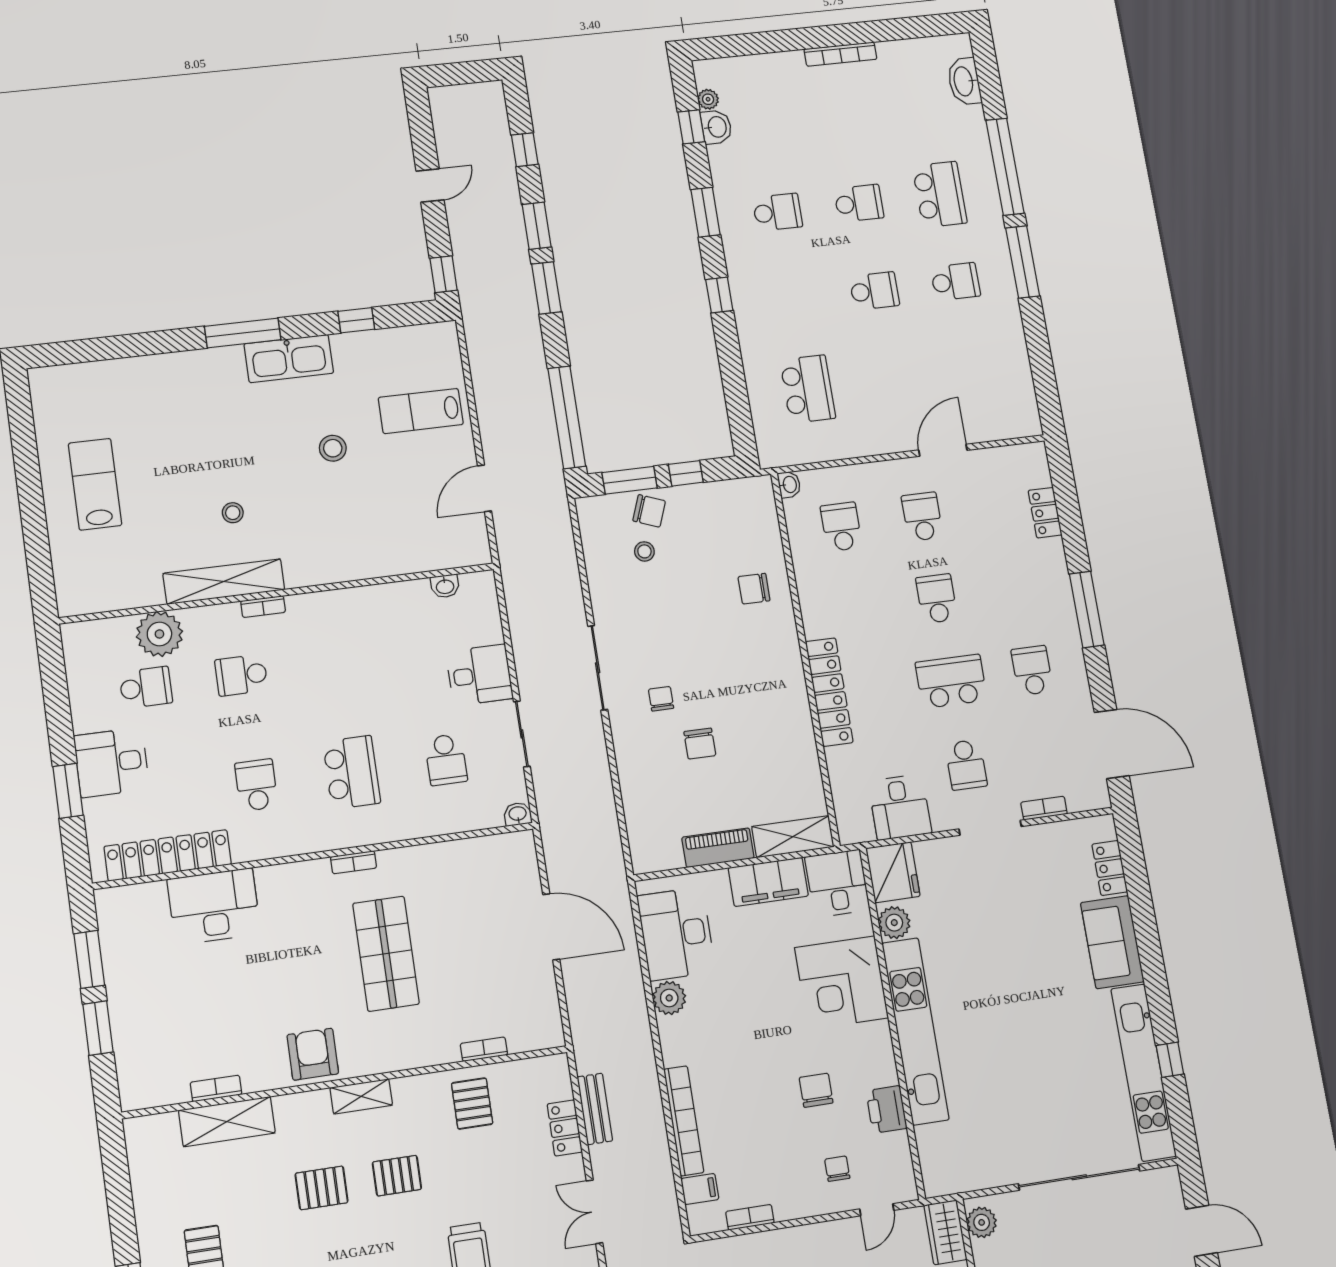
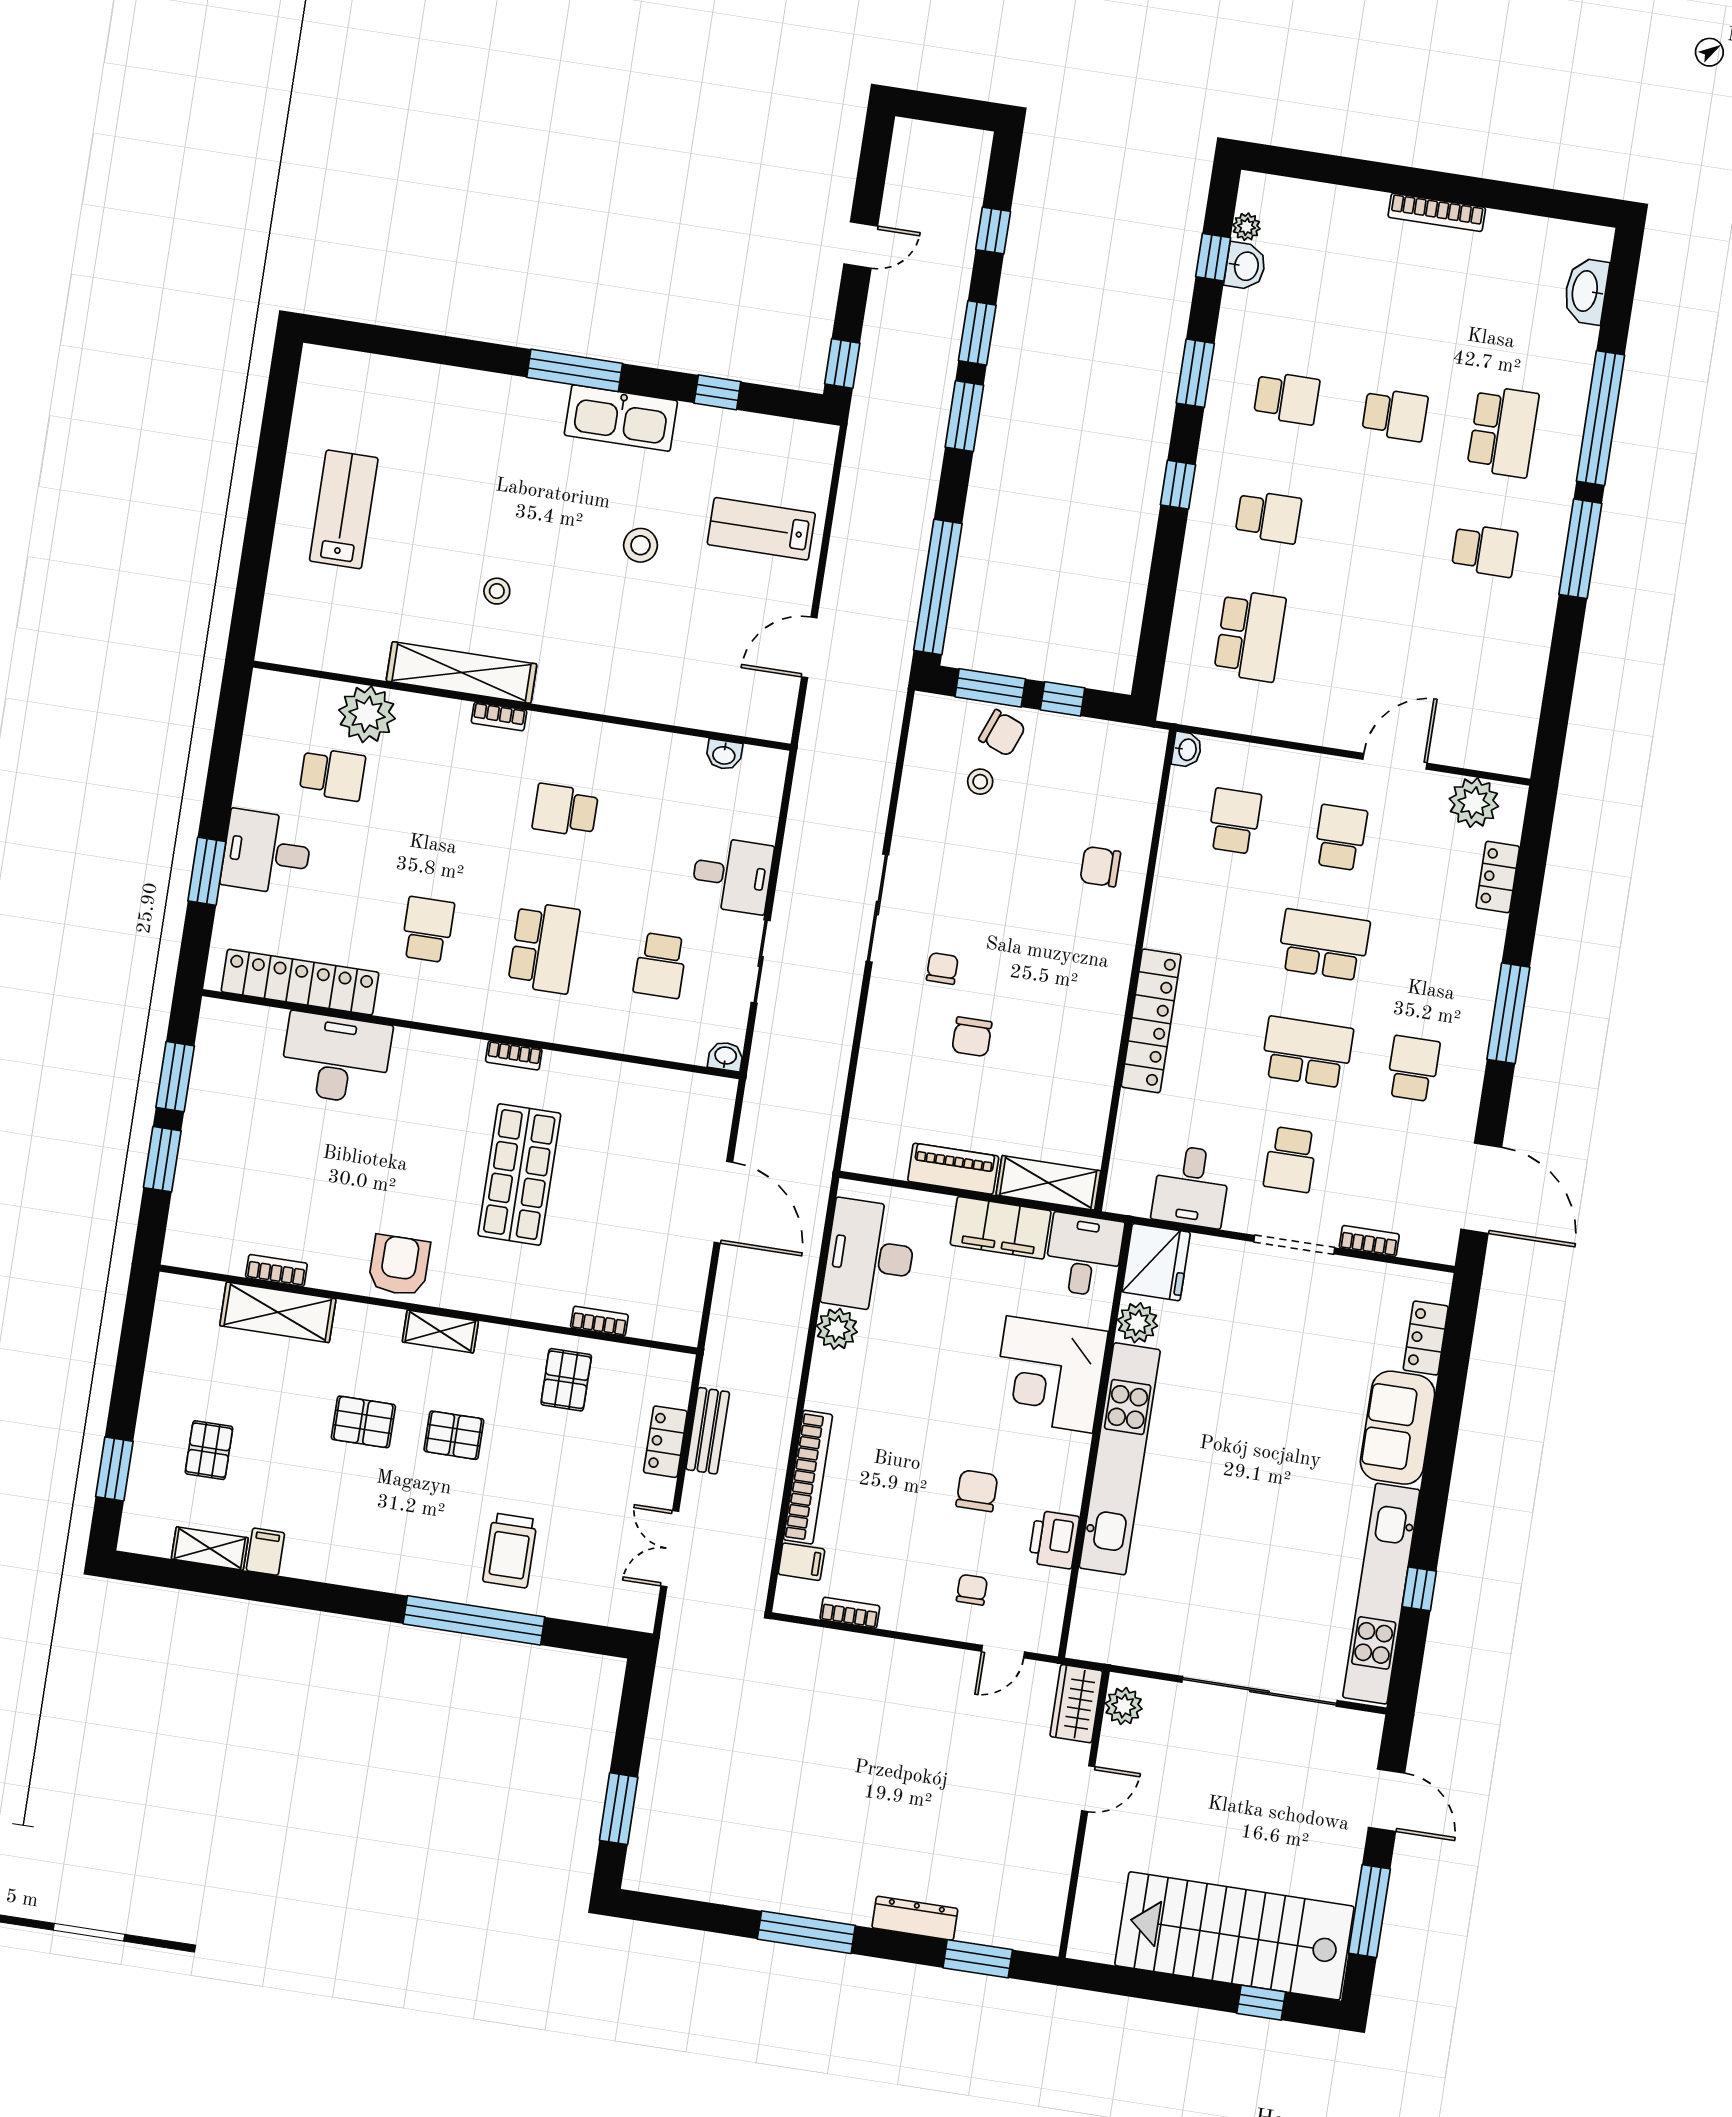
school desk: (874, 291) -> (1268, 517), moved
plant: (1010, 464) -> (1474, 803), added
school desk: (937, 599) -> (1324, 945), width x1.85
school desk: (241, 675) -> (565, 810), moved

